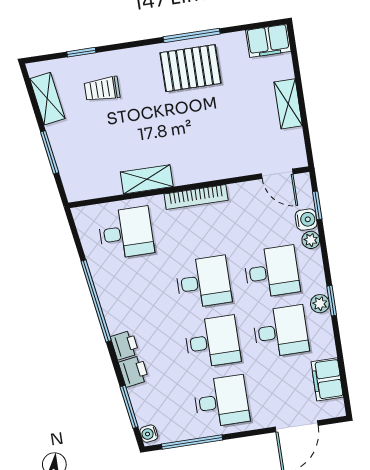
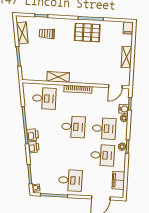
filing cabinet: (268, 41) -> (128, 28), width x0.50
door: (277, 174) -> (115, 86), hinge flipped
desk: (212, 342) -> (72, 154), removed
printer: (134, 371) -> (33, 135), moved

